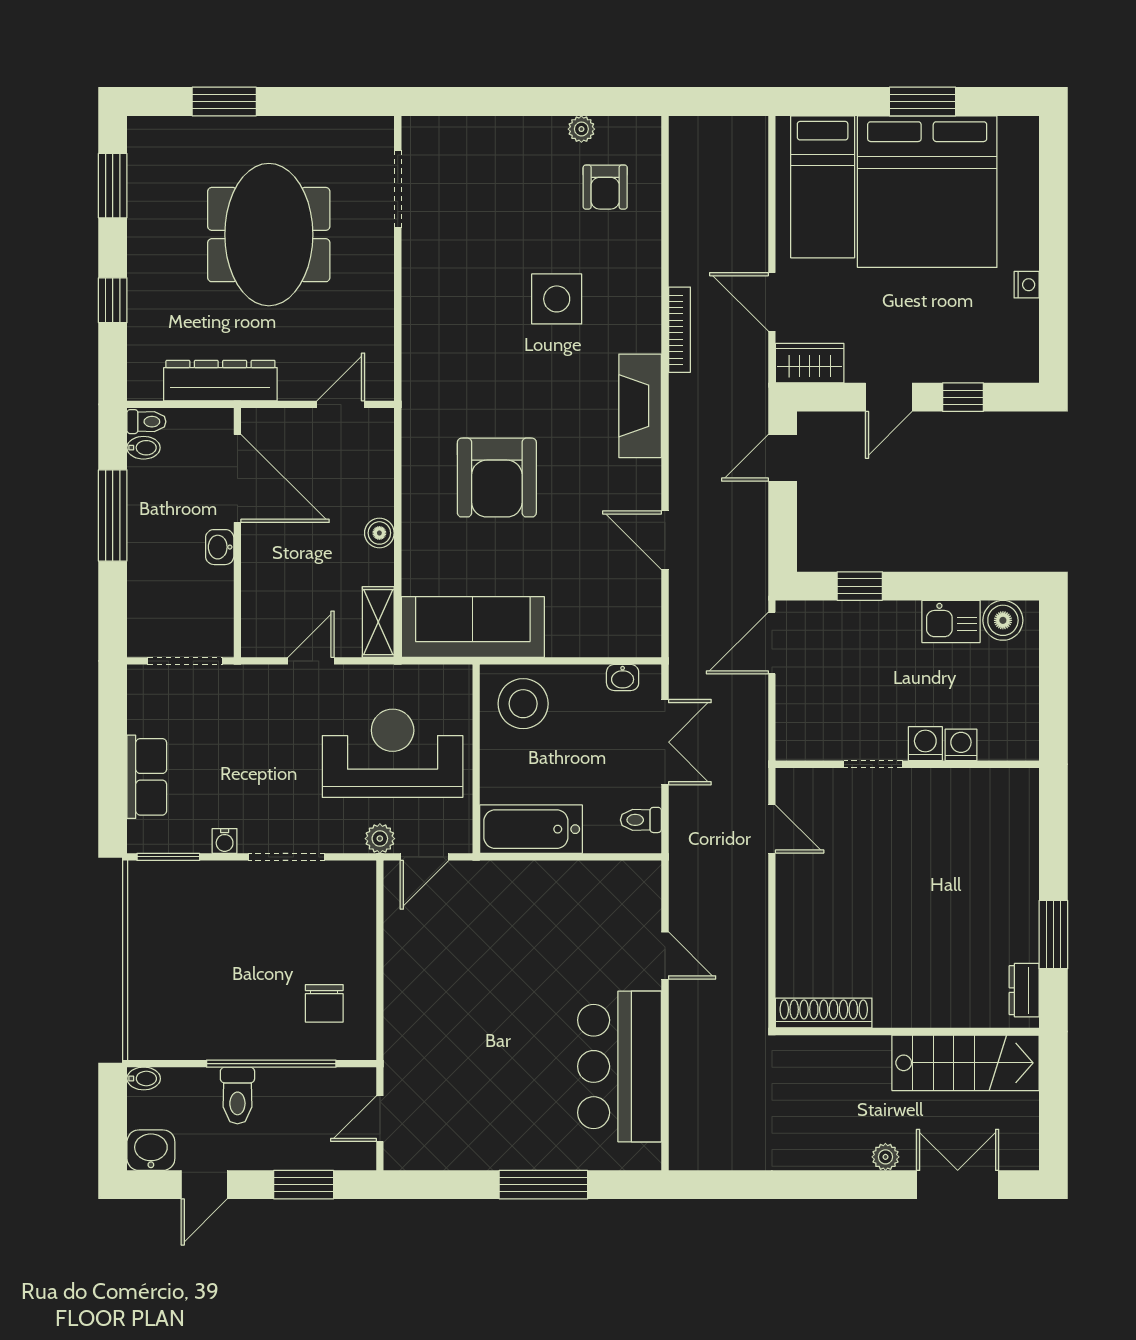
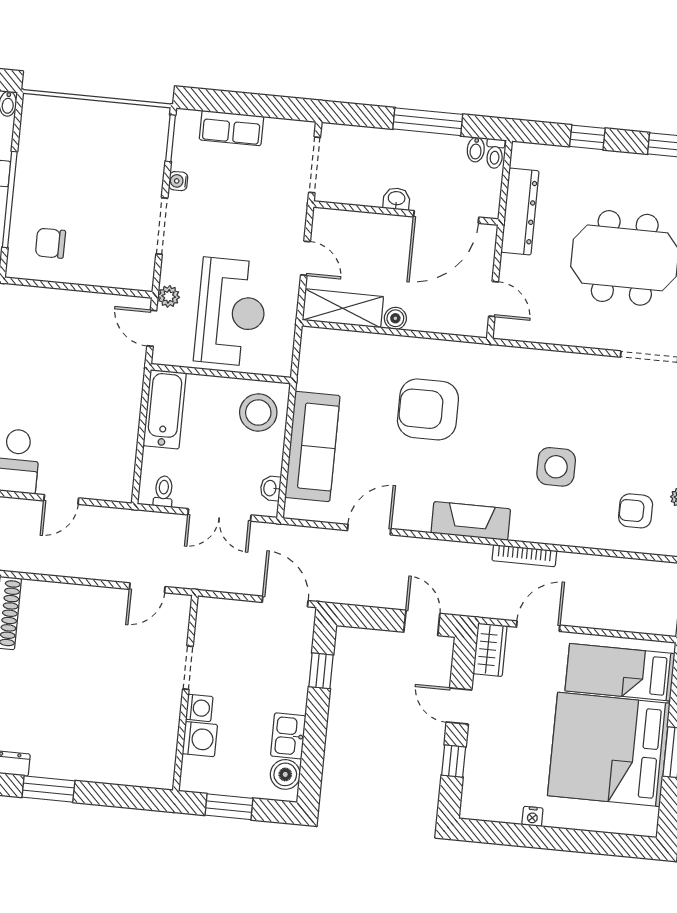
shelving: (378, 622) -> (343, 308), width x1.50, depth x1.33
sofa: (473, 627) -> (312, 446), moved
window: (1053, 691) -> (229, 807), added
washing machine: (961, 745) -> (200, 739), width x1.38, depth x1.38

